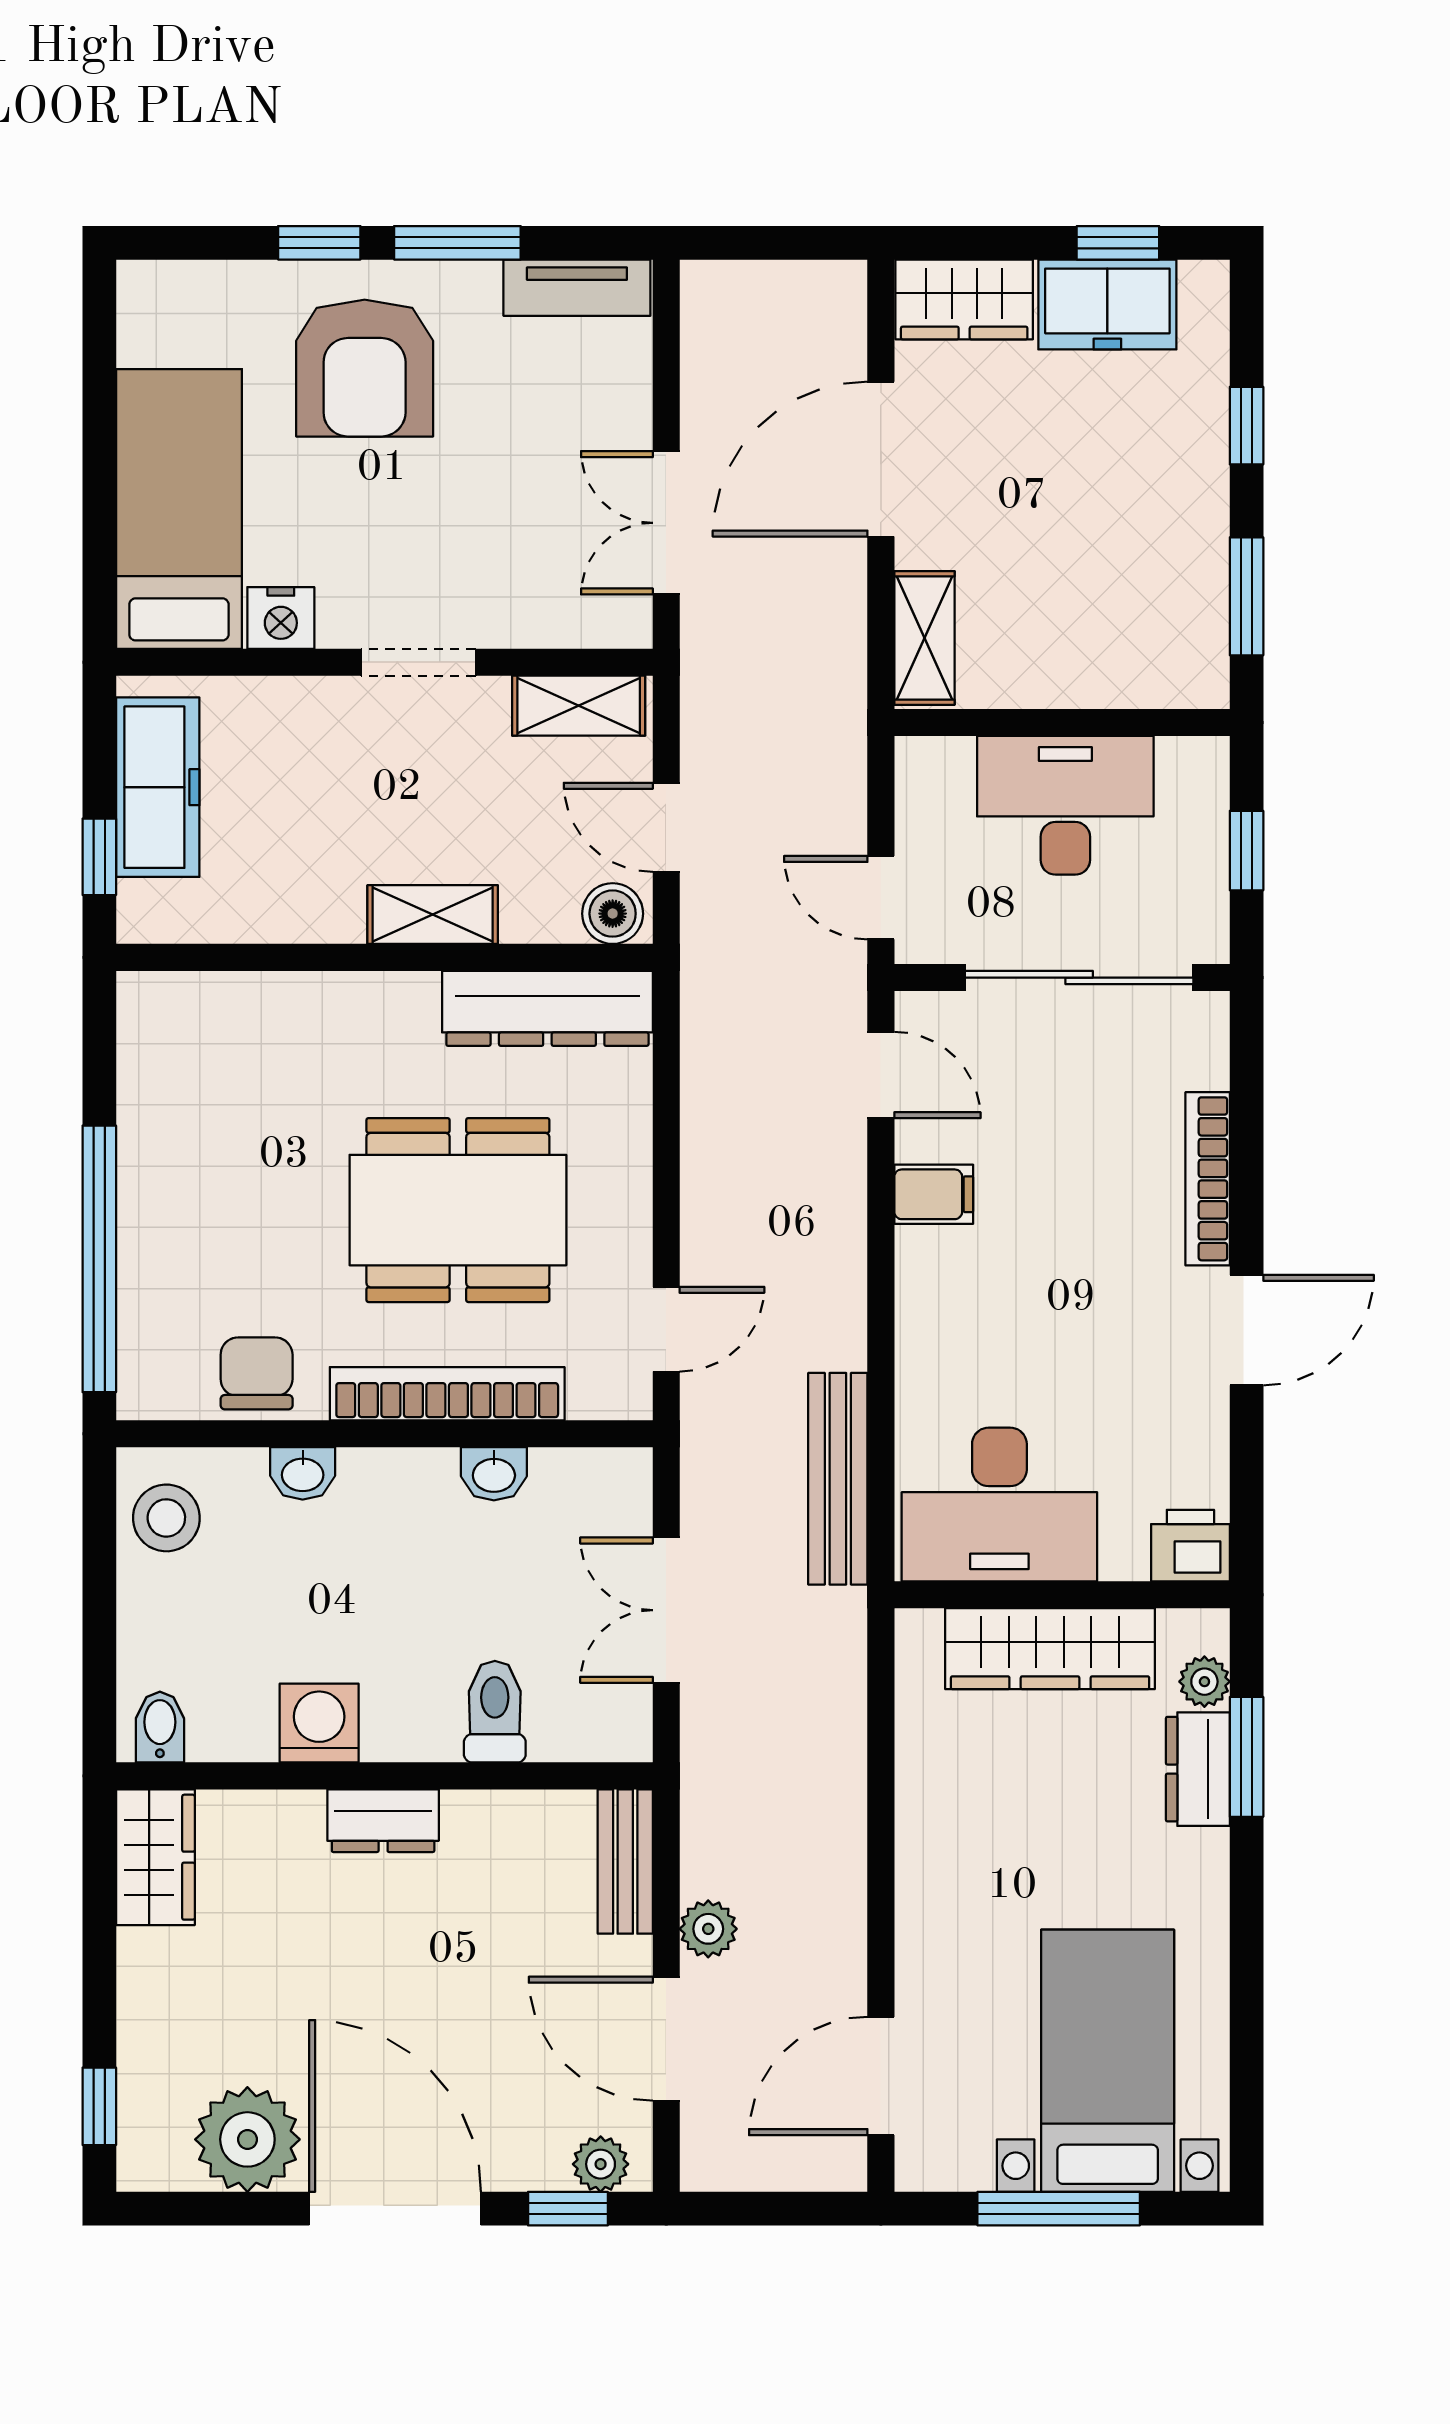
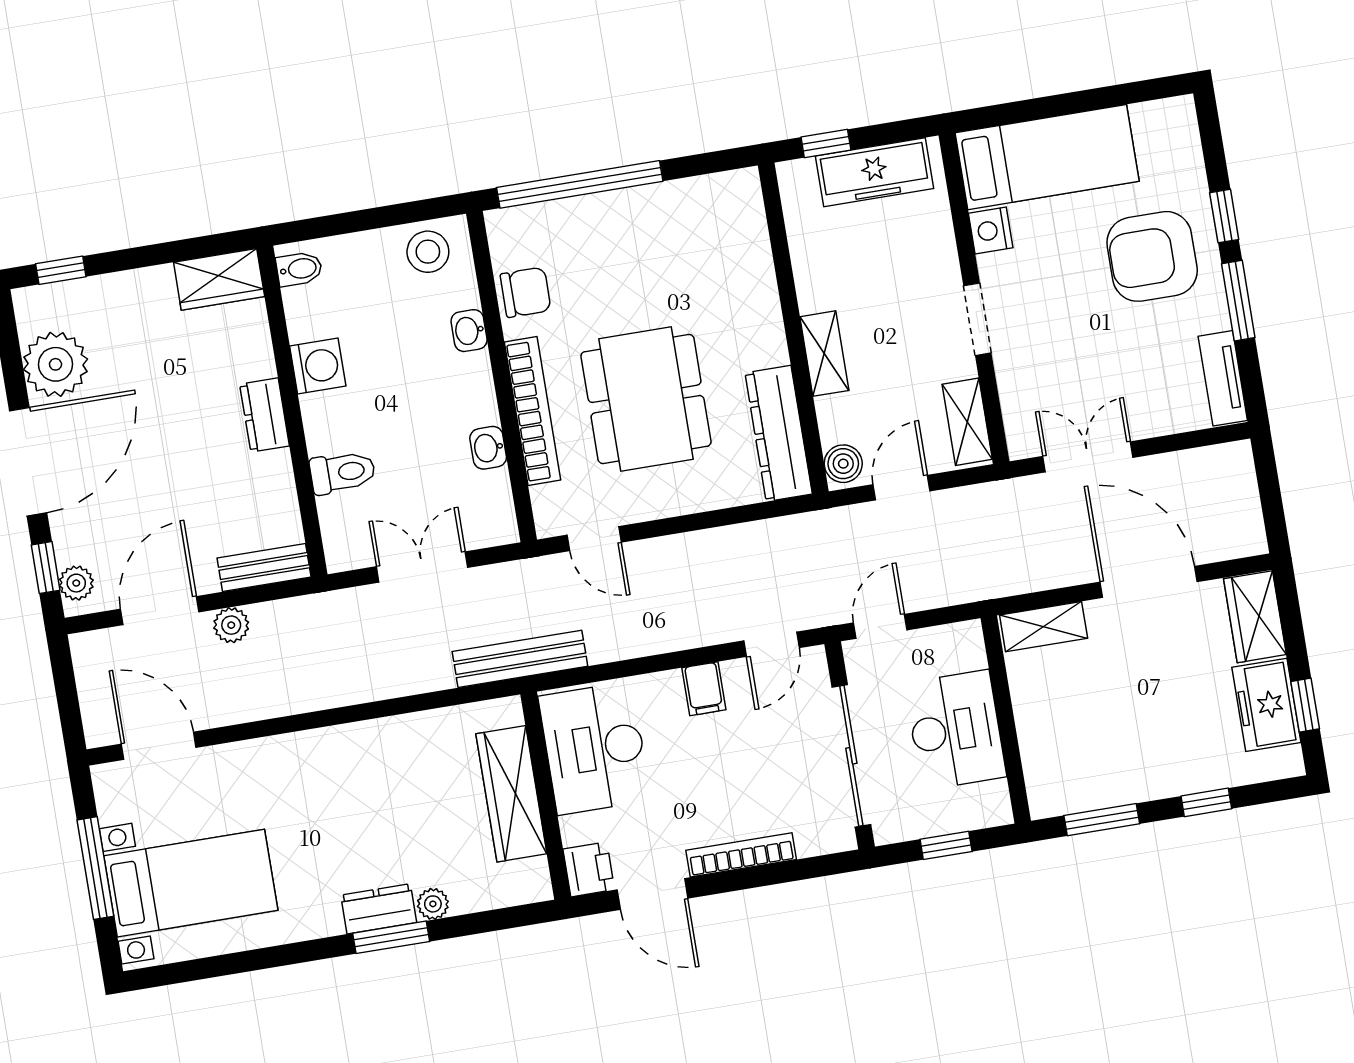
desk: (999, 1505) -> (595, 748), moved
printer: (1190, 1546) -> (589, 869), moved
wall: (1062, 1595) -> (546, 796), moved
wardrobe: (1050, 1649) -> (511, 794), moved

